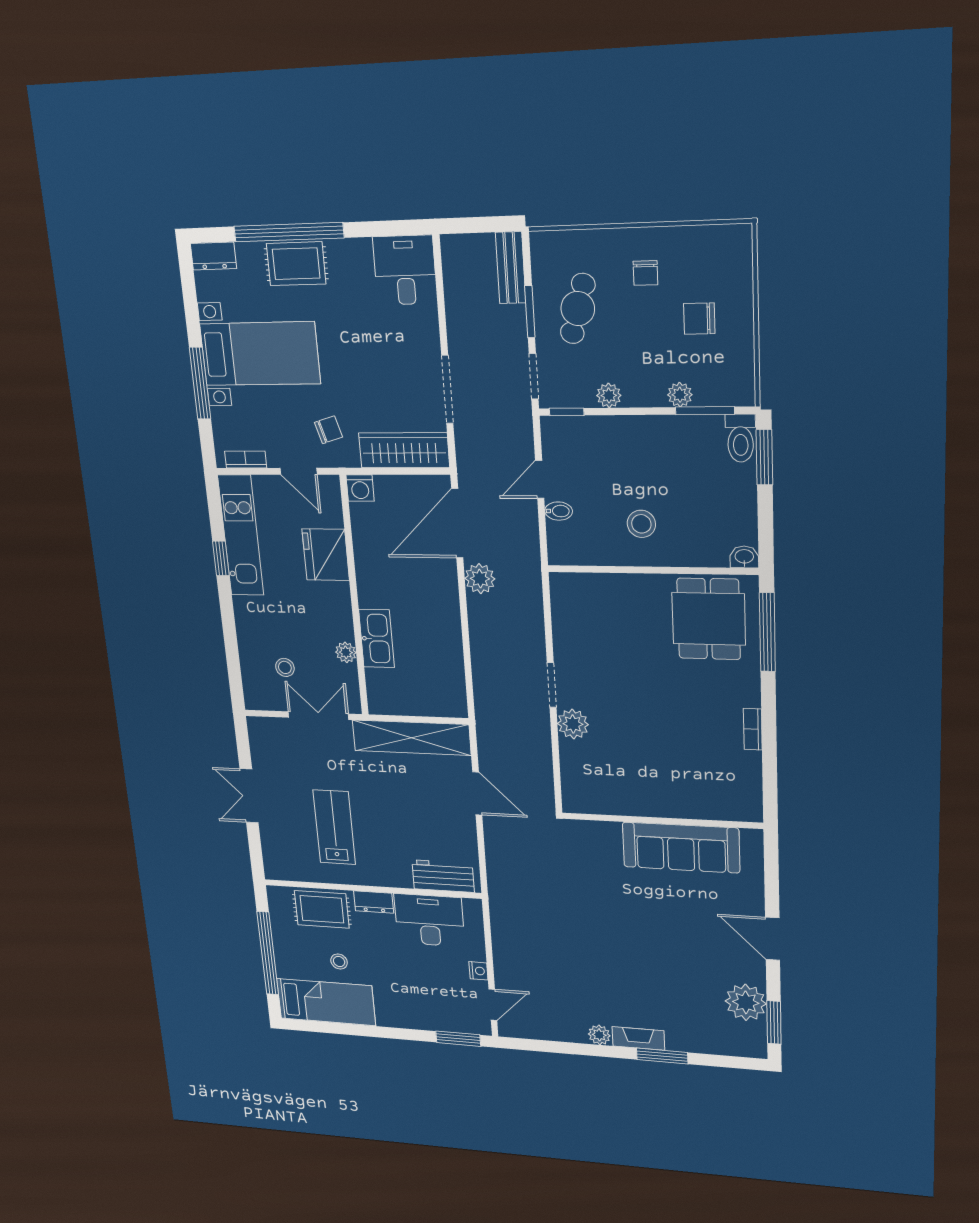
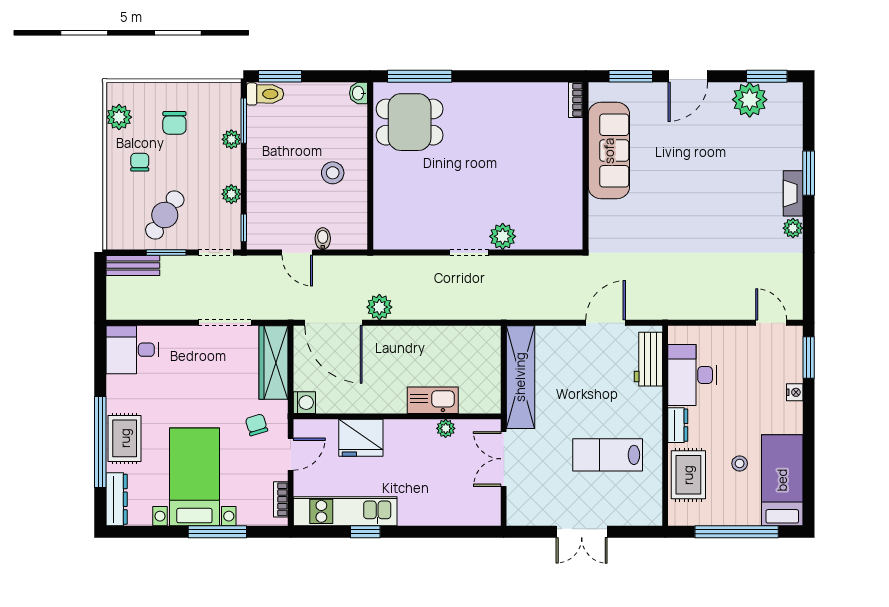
plant: (705, 243) -> (119, 117), added
dresser: (213, 256) -> (117, 499), width x1.44
chair: (645, 273) -> (140, 162), turned -90
cafe table: (578, 309) -> (165, 215), turned -73
stool: (285, 667) -> (461, 485), removed
bookcase: (753, 729) -> (576, 100), moved, turned 90
door: (477, 793) -> (606, 323), moved
window: (771, 877) -> (631, 76), added
nightstand: (478, 971) -> (795, 392), moved, turned 90

